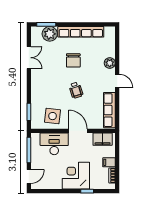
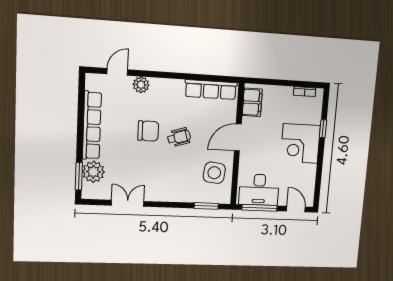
chair: (73, 60) -> (148, 131), moved
door: (117, 81) -> (117, 72), moved
desk: (54, 144) -> (259, 190), moved, turned -90
filing cabinet: (109, 162) -> (286, 95), removed

